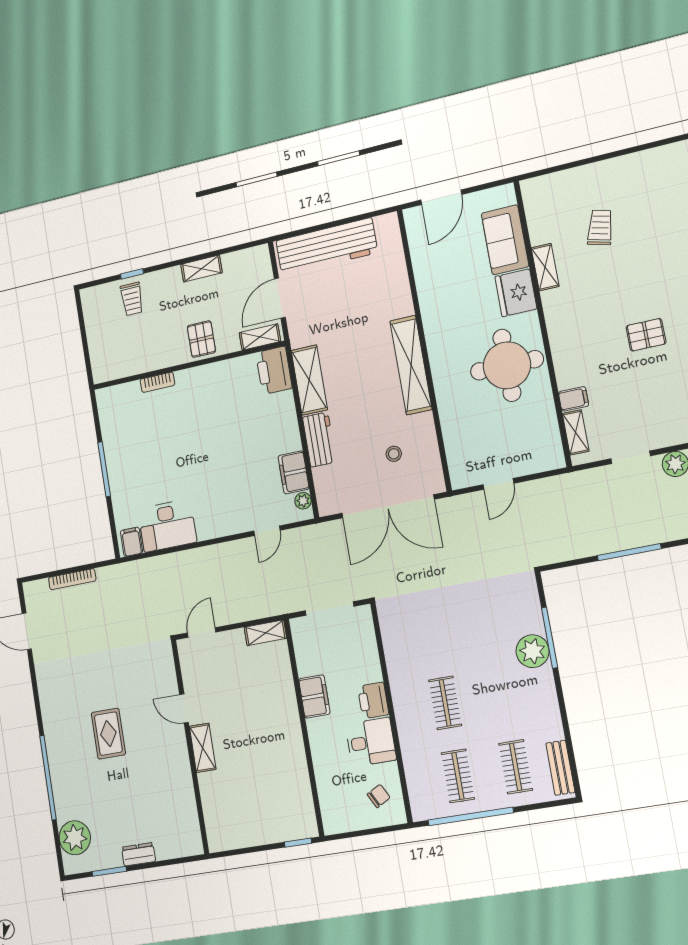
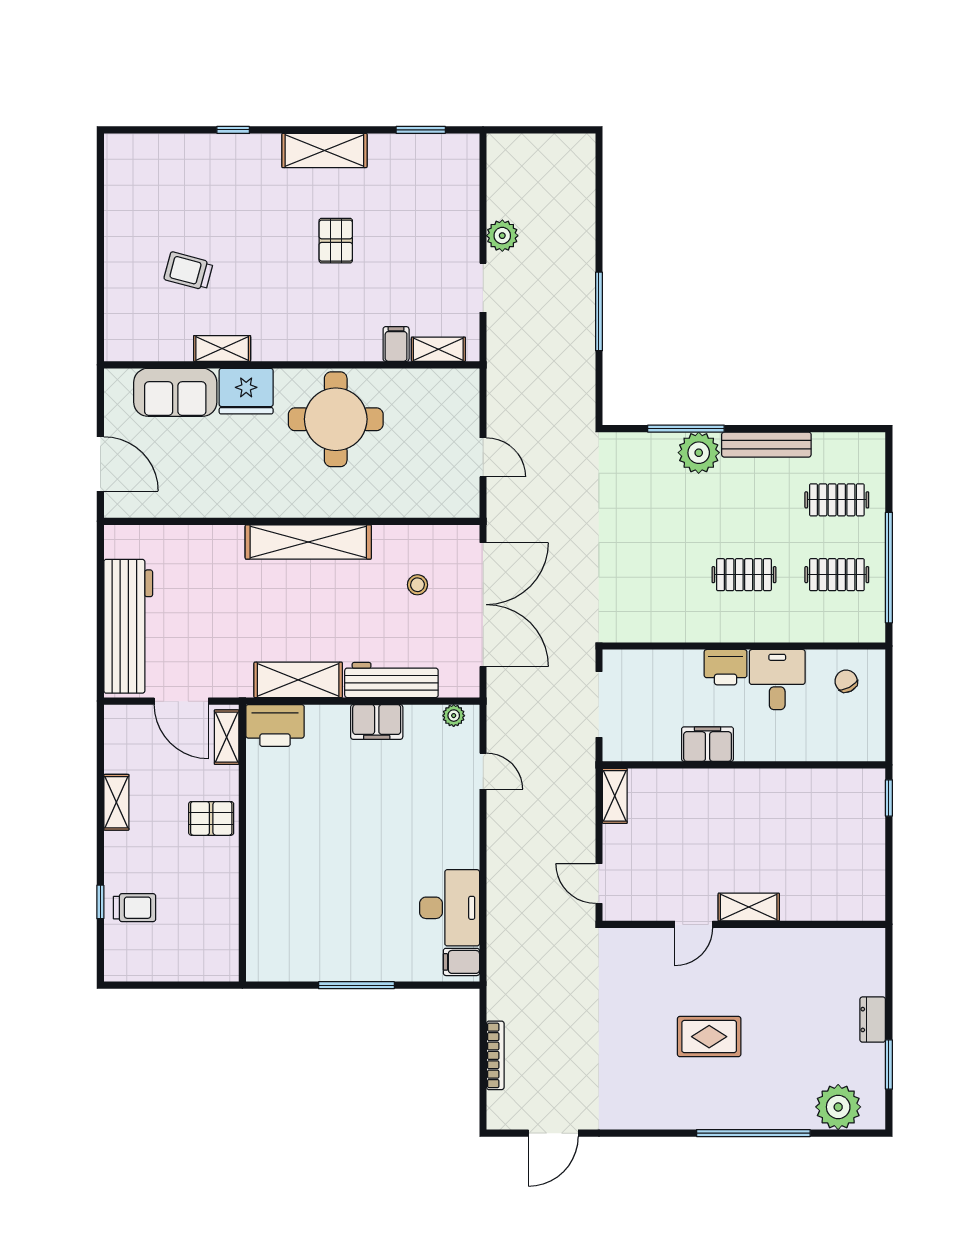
bookcase: (157, 382) -> (255, 890), removed
workbench: (319, 440) -> (391, 680), width x1.38
filing cabinet: (294, 472) -> (377, 722), moved
bench: (560, 768) -> (766, 445), moved, width x1.36

